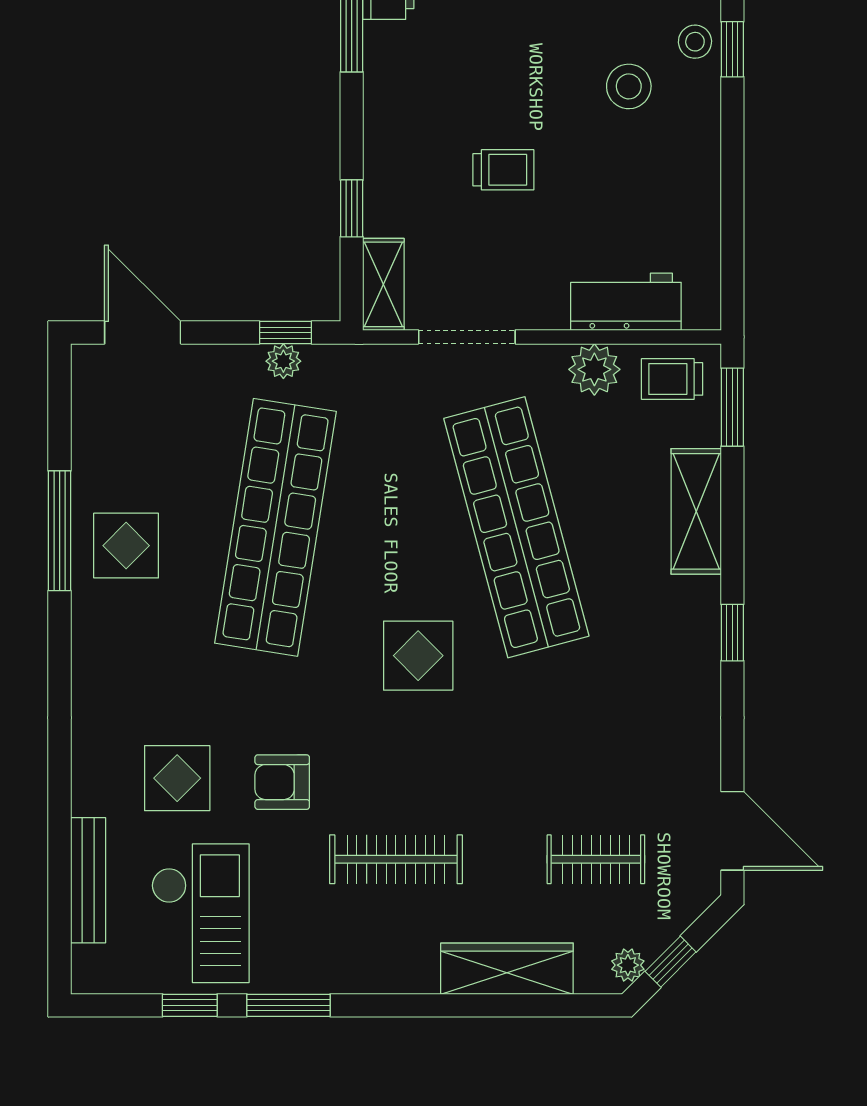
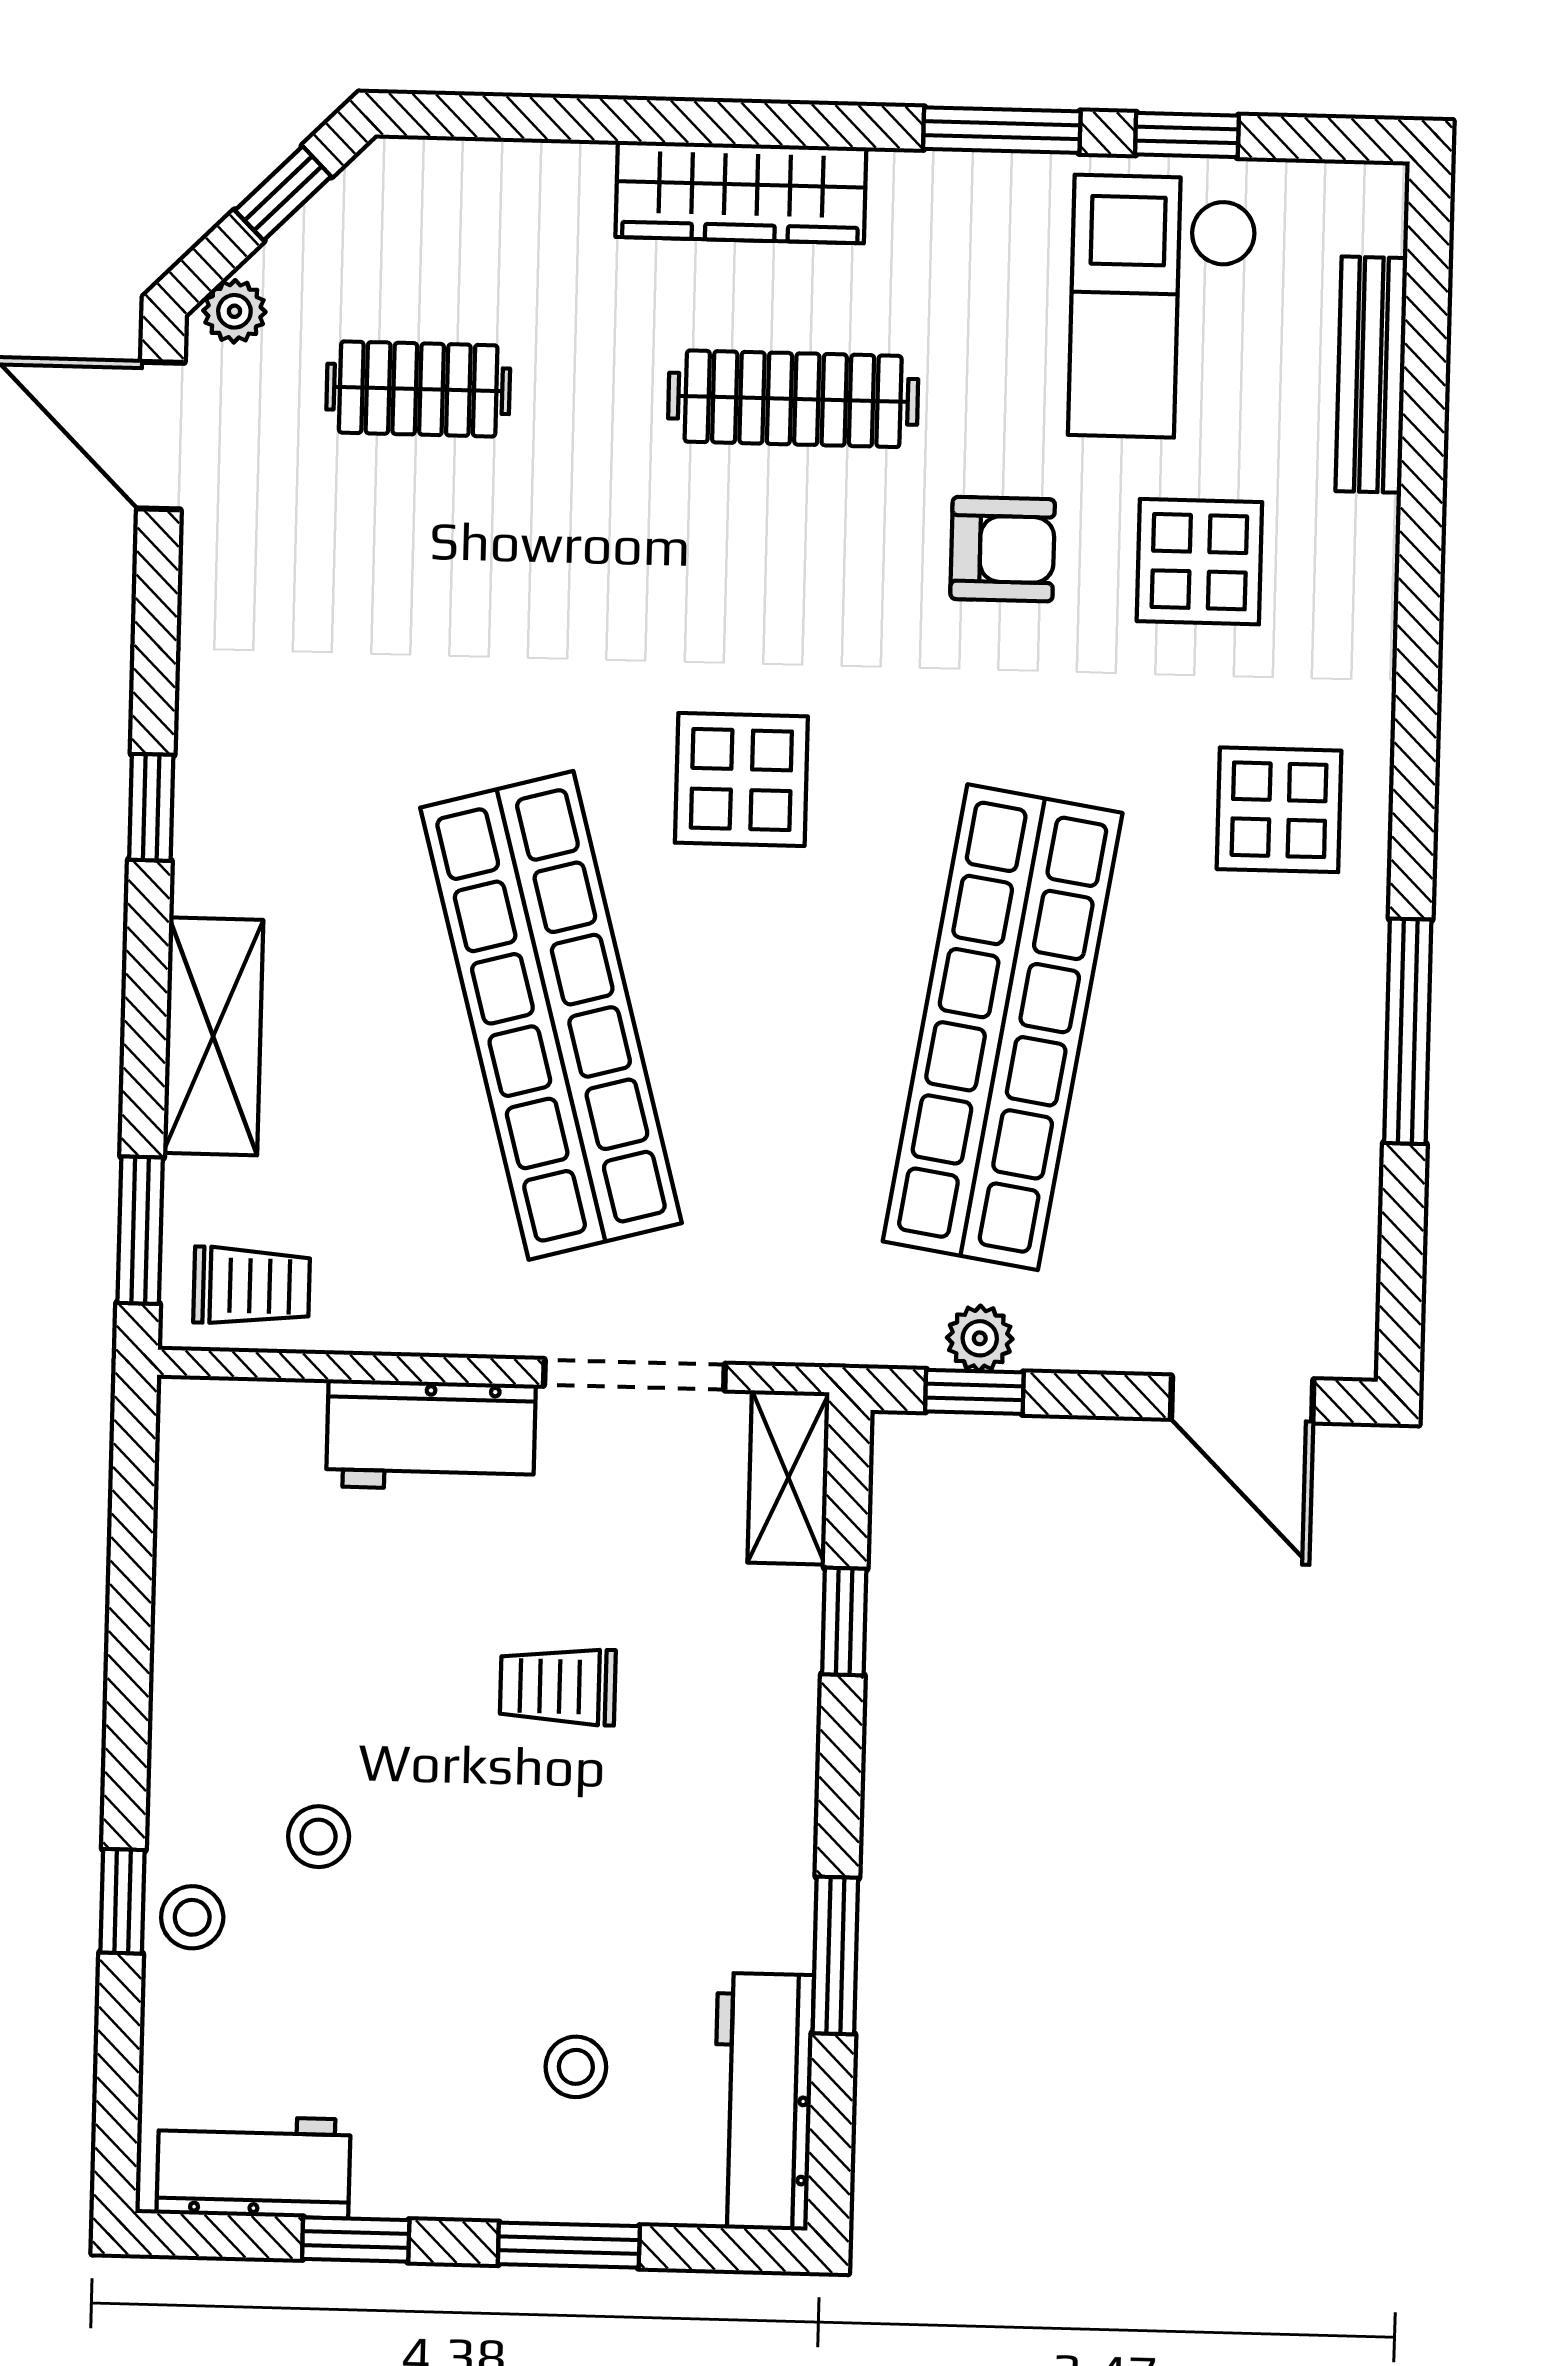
stool: (629, 86) -> (319, 1837), width x0.73, depth x0.73
workbench: (626, 302) -> (431, 1435), moved
plant: (594, 369) -> (397, 1308), removed
display table: (126, 546) -> (1279, 810), moved
plant: (628, 965) -> (234, 311), moved
wardrobe: (507, 969) -> (741, 192), moved

